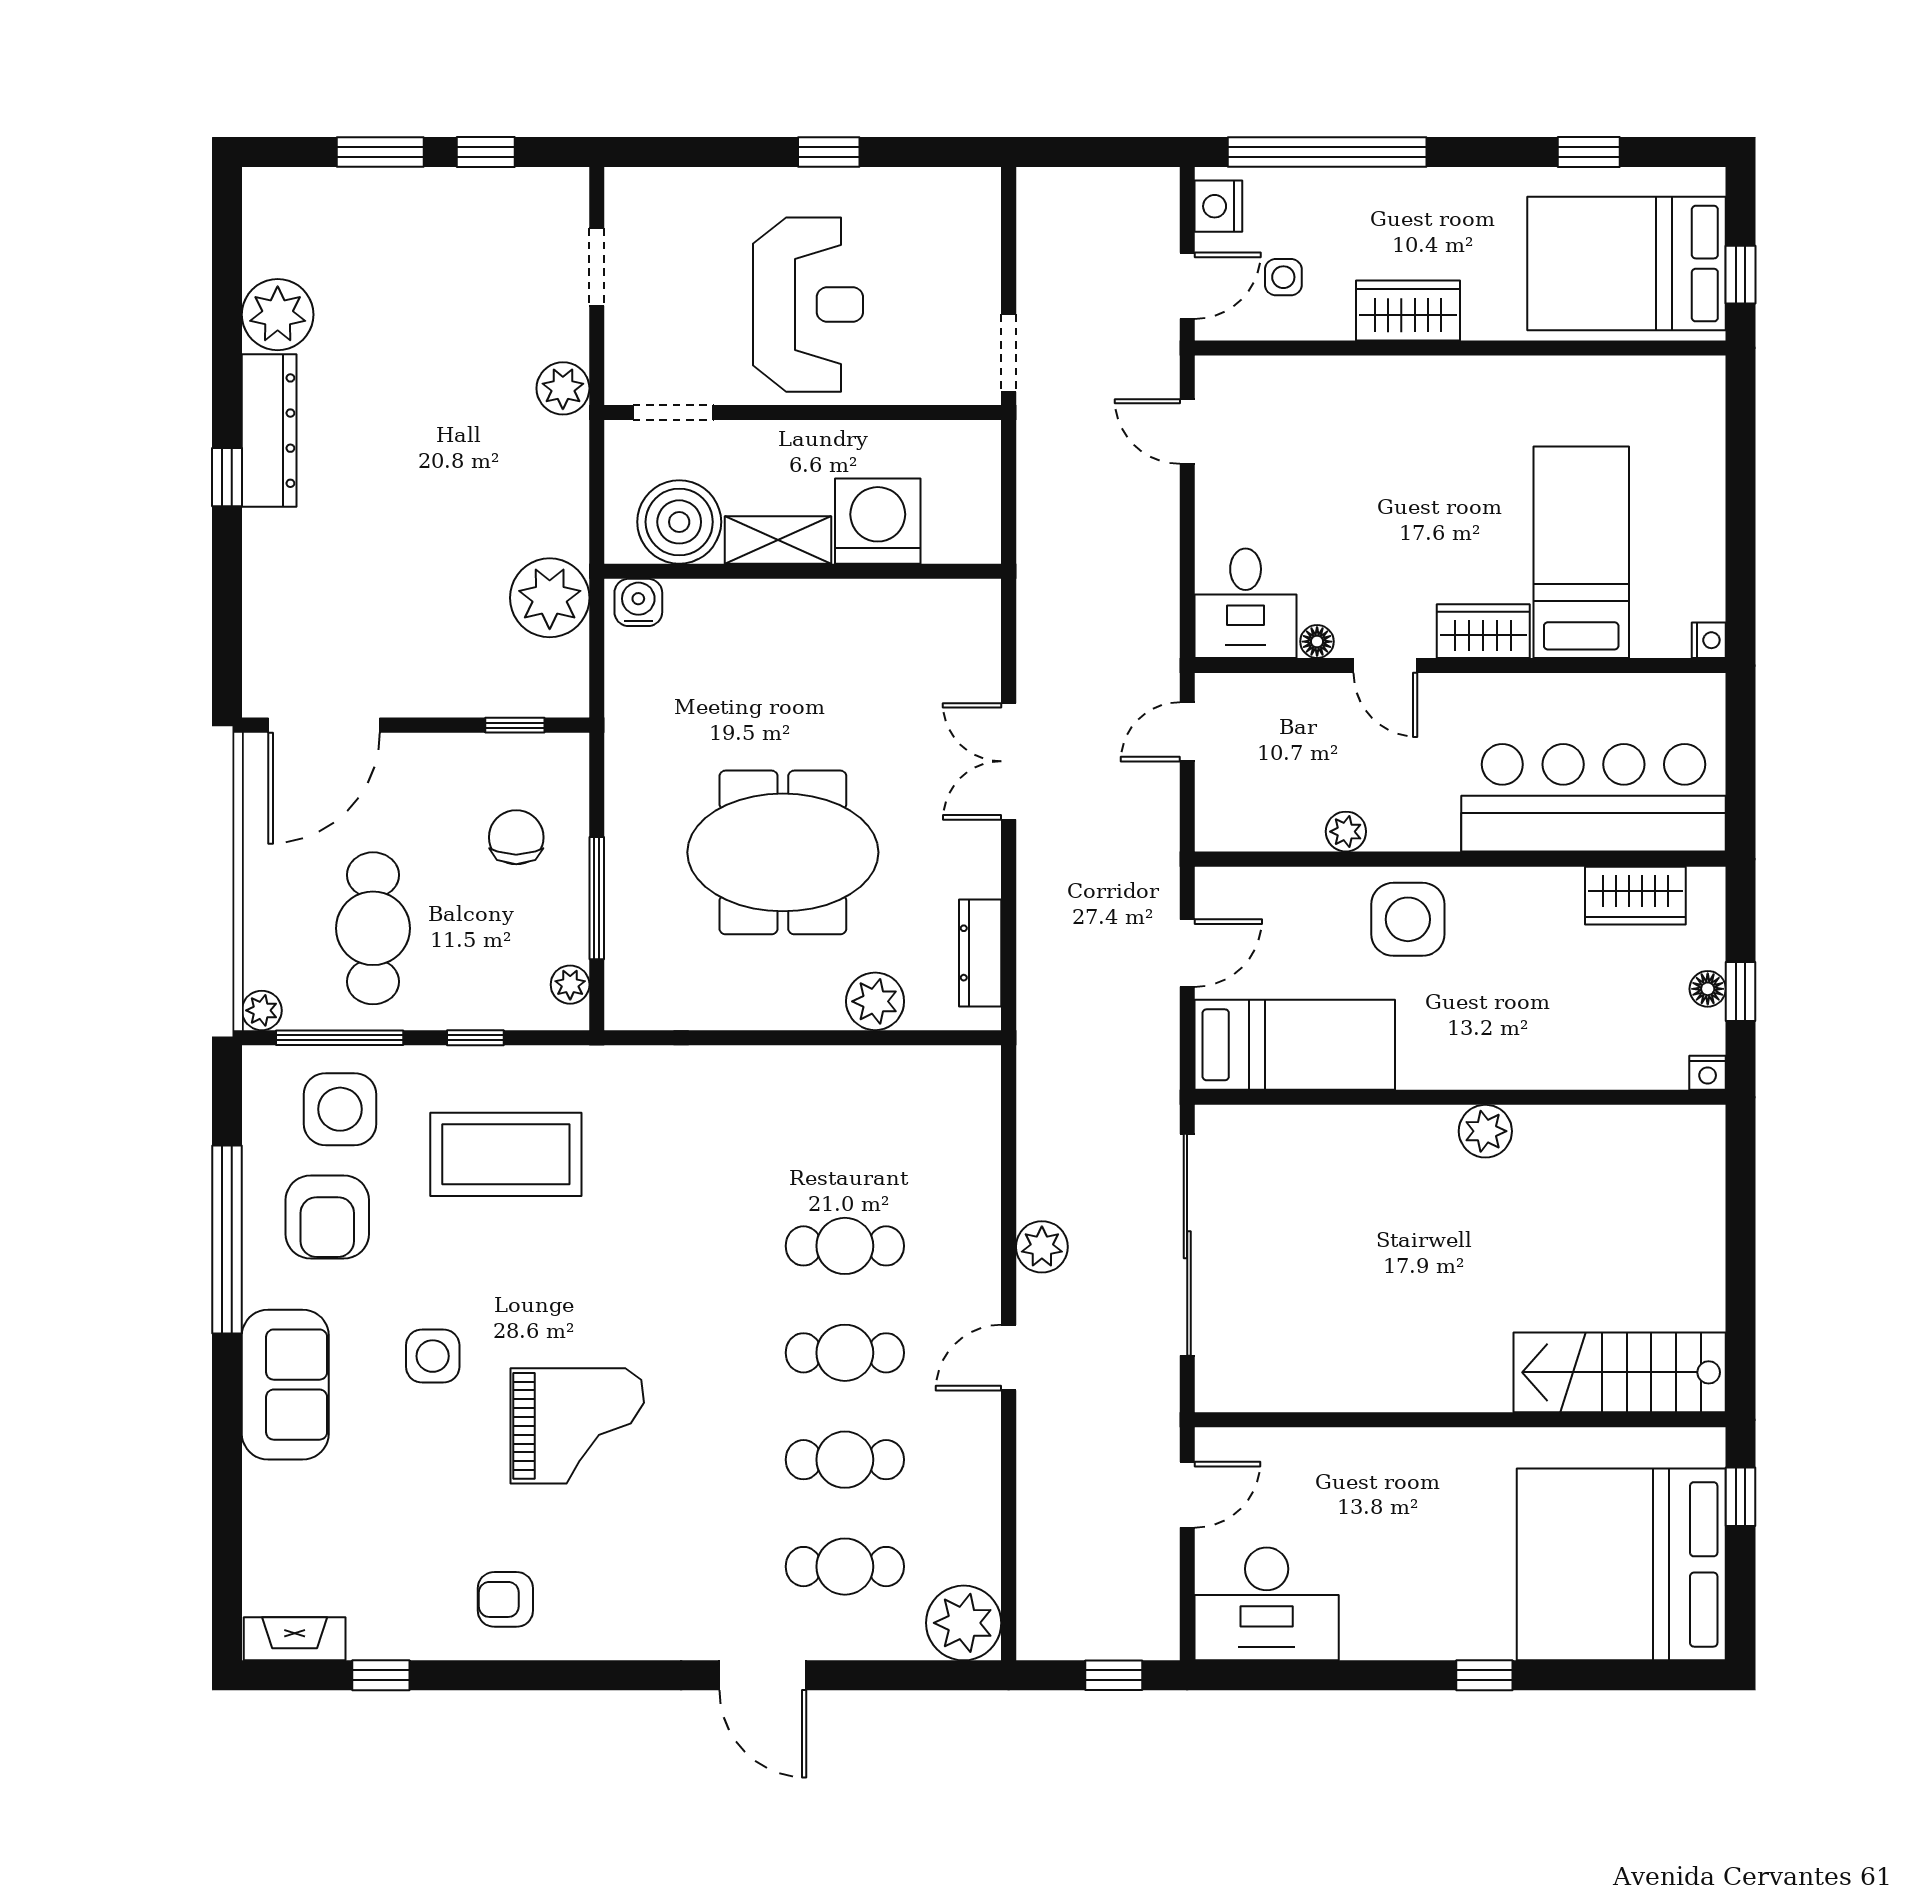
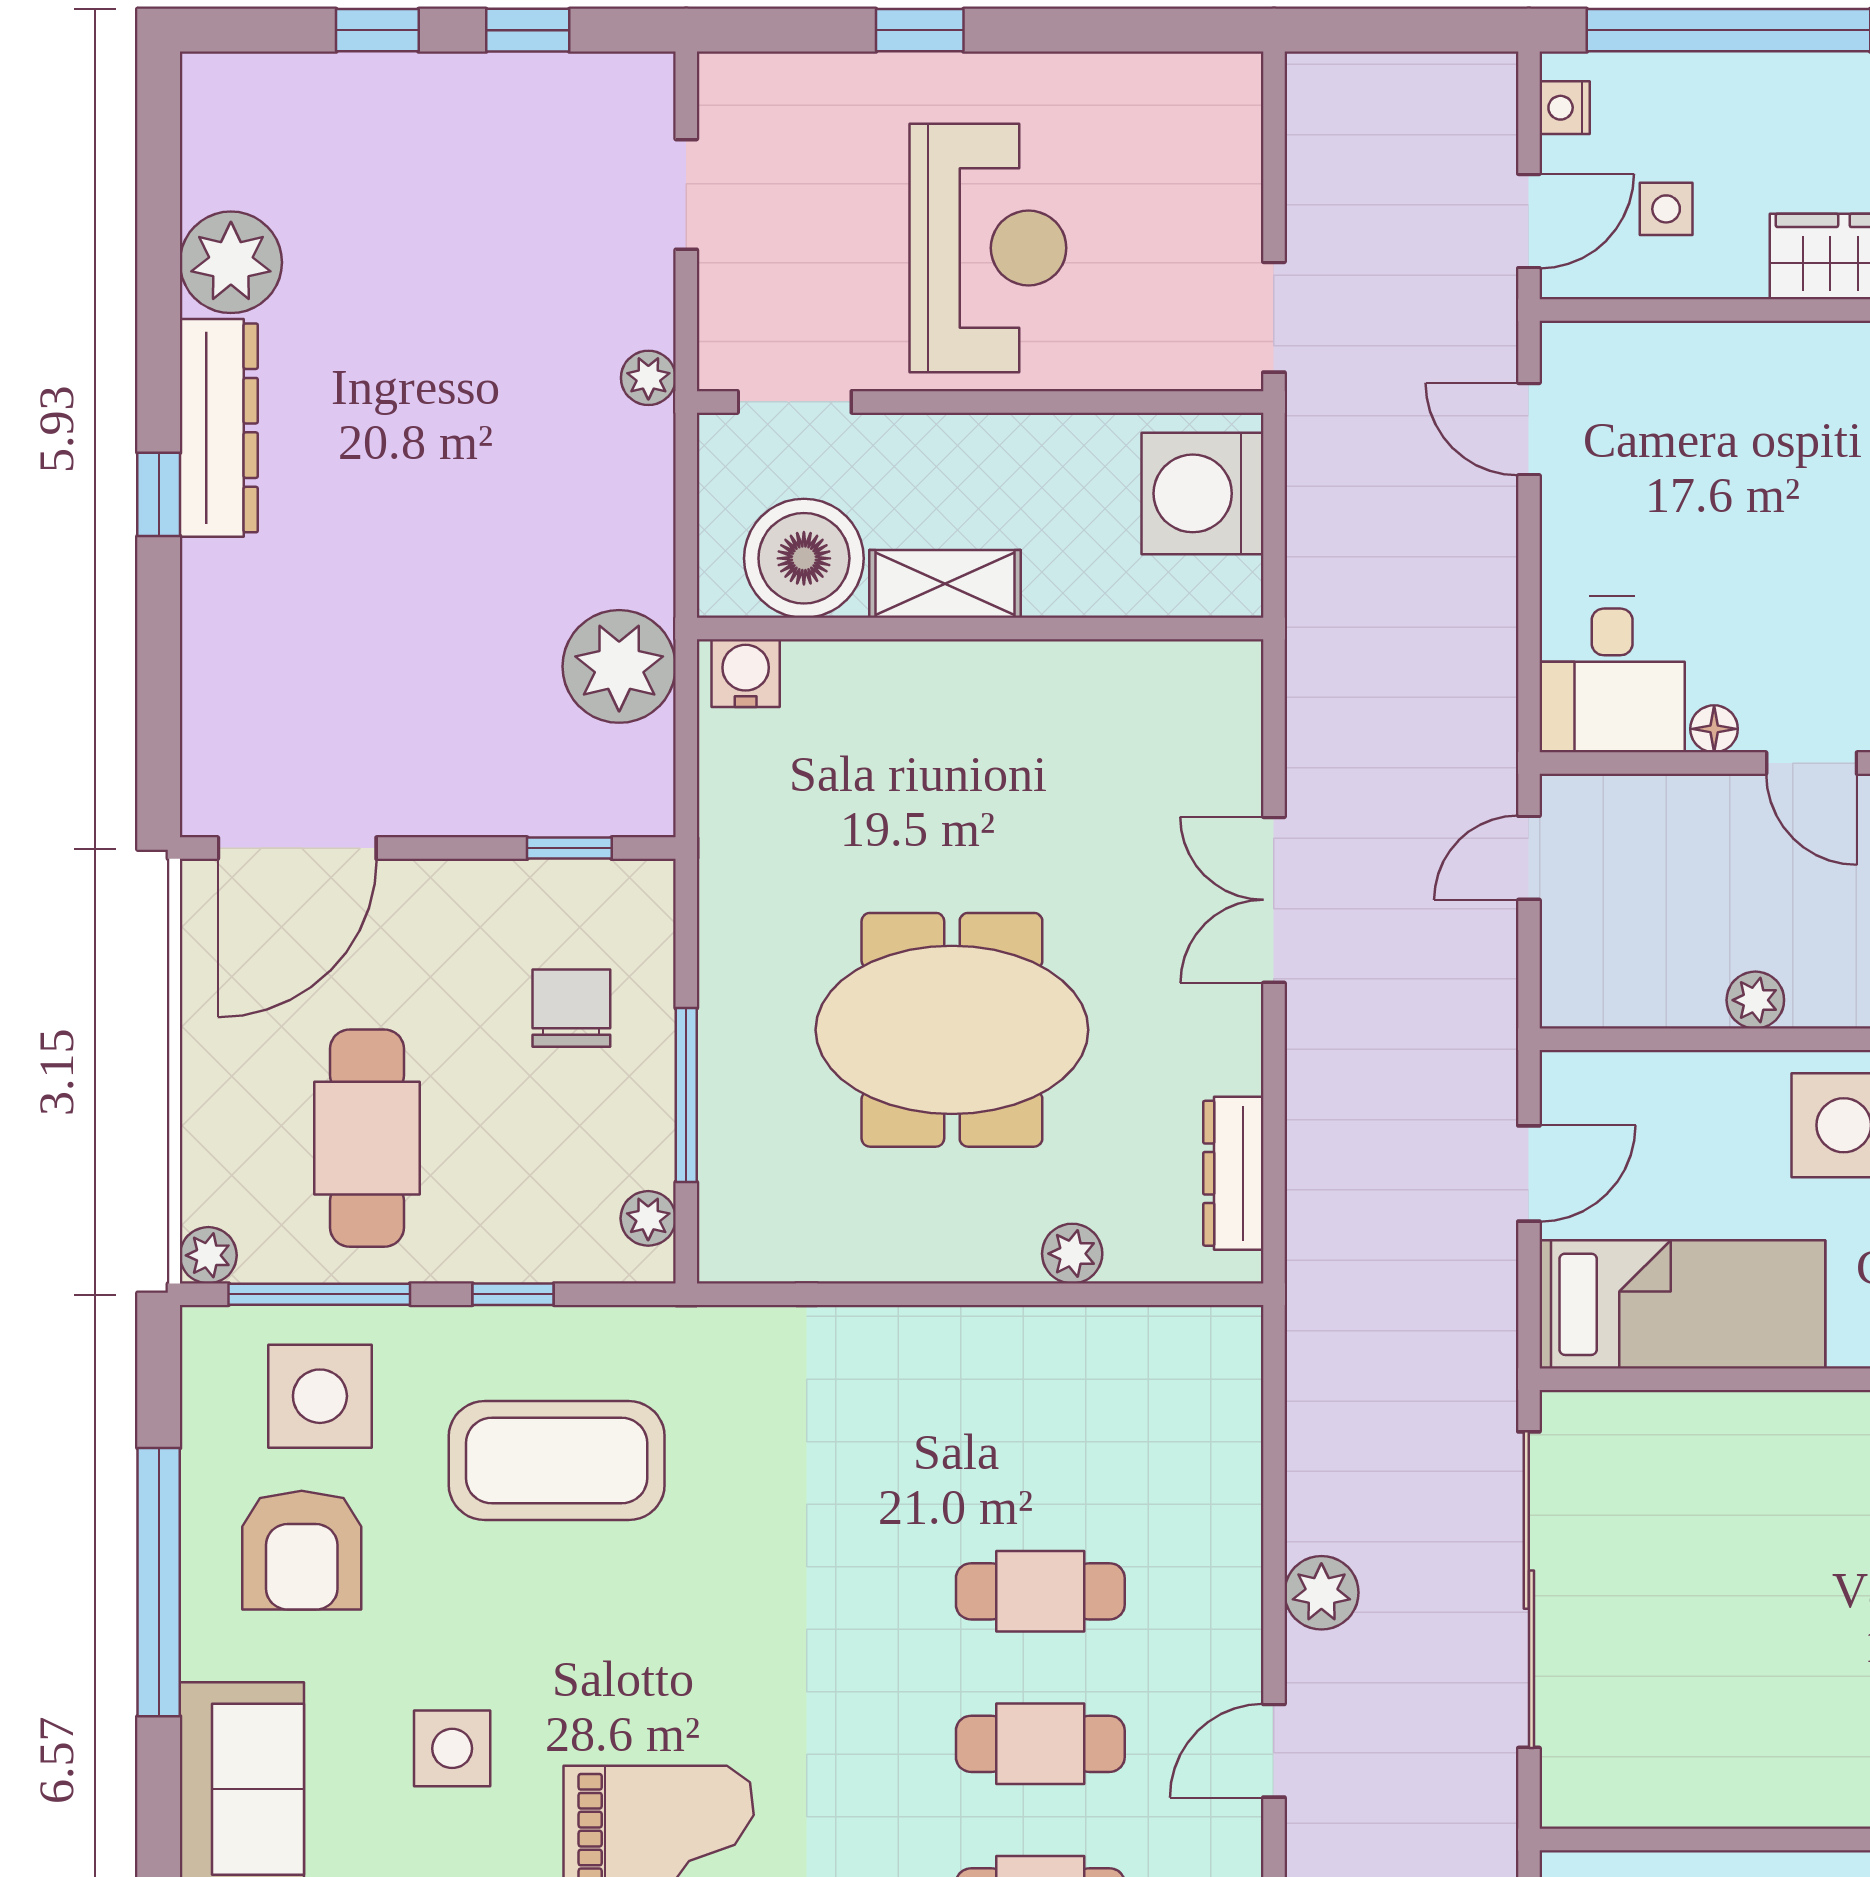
window: (380, 152) -> (377, 30), width x0.67
window: (829, 152) -> (920, 30), moved
nightstand: (1218, 206) -> (1565, 108), width x0.72, depth x0.74
plant: (563, 388) -> (648, 378), width x0.73, depth x0.73
washing machine: (878, 521) -> (1202, 493), moved, turned -90
plant: (875, 1001) -> (1072, 1254), width x0.73, depth x0.73

